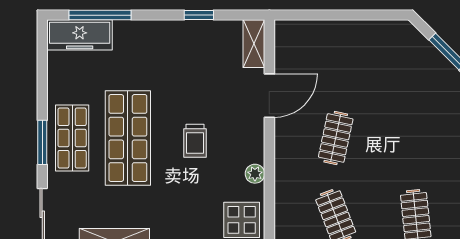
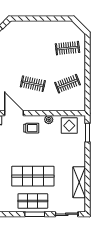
trolley: (195, 141) -> (31, 128), moved

